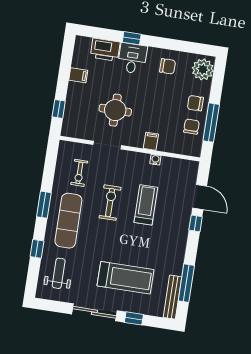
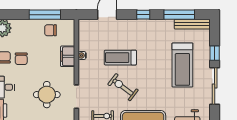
chair: (195, 103) -> (21, 59), moved
filing cabinet: (151, 141) -> (68, 56), width x2.00
exercise bike: (110, 203) -> (123, 87), turned 37
window: (196, 223) -> (143, 15), moved
treadmill: (125, 278) -> (182, 65), turned 180

